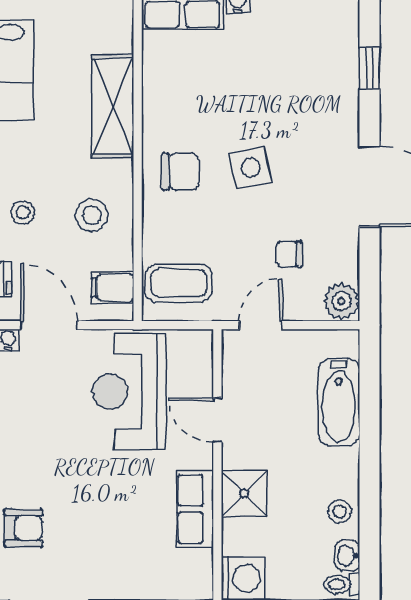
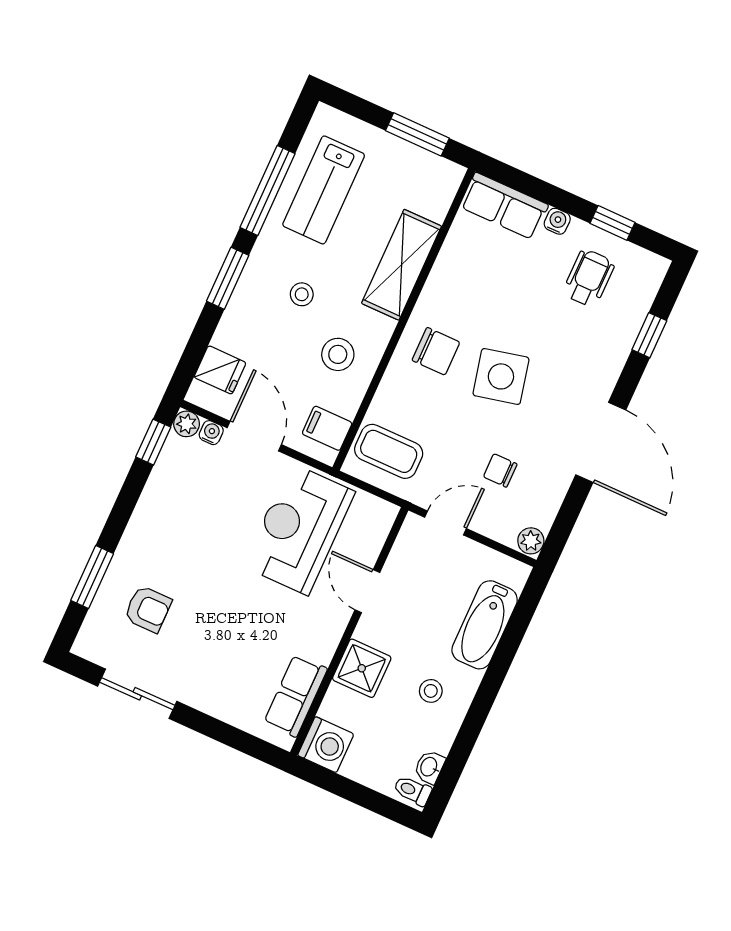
wheelchair: (290, 41) -> (589, 278), added
side table: (251, 168) -> (501, 376), width x1.37, depth x1.37
stool: (23, 212) -> (302, 294), moved
plant: (341, 301) -> (531, 541), width x0.73, depth x0.73
row of seats: (195, 509) -> (296, 696), moved
stool: (340, 511) -> (431, 691), moved

